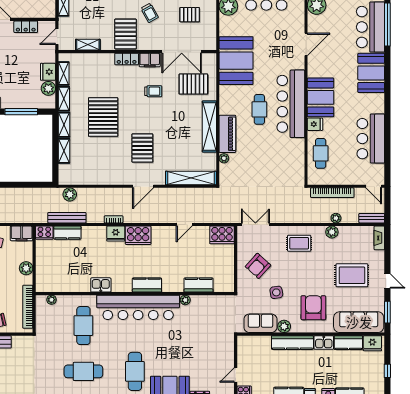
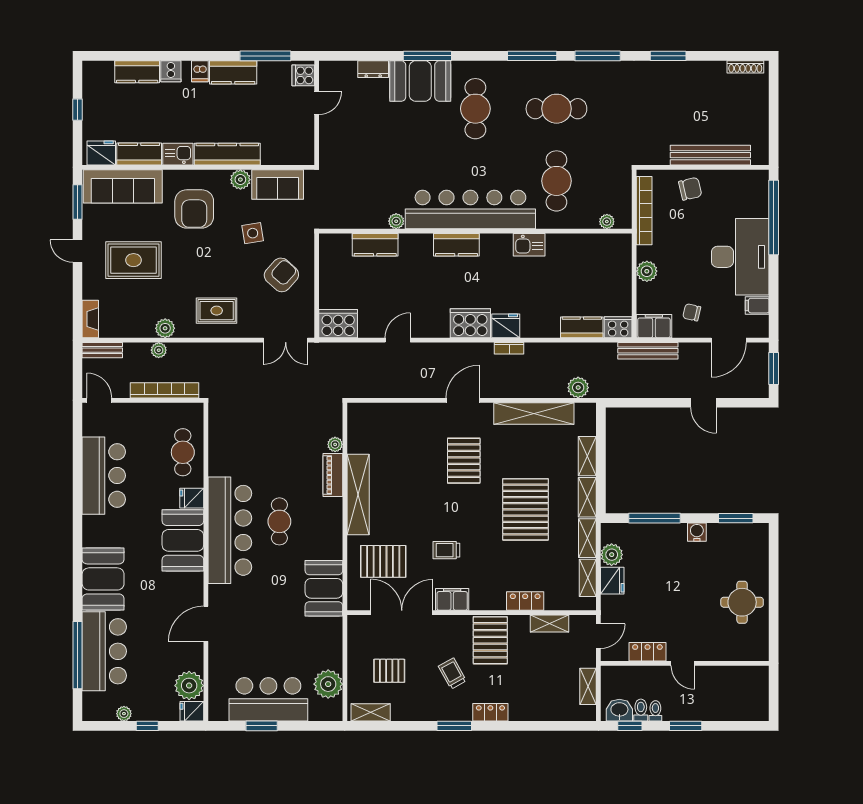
locker: (127, 59) -> (525, 601), moved
booth: (236, 61) -> (324, 588), width x0.73, depth x0.70
piano: (227, 134) -> (333, 475), width x0.73, depth x0.75
shelving: (191, 178) -> (534, 413), moved
bench: (67, 218) -> (648, 351), moved

